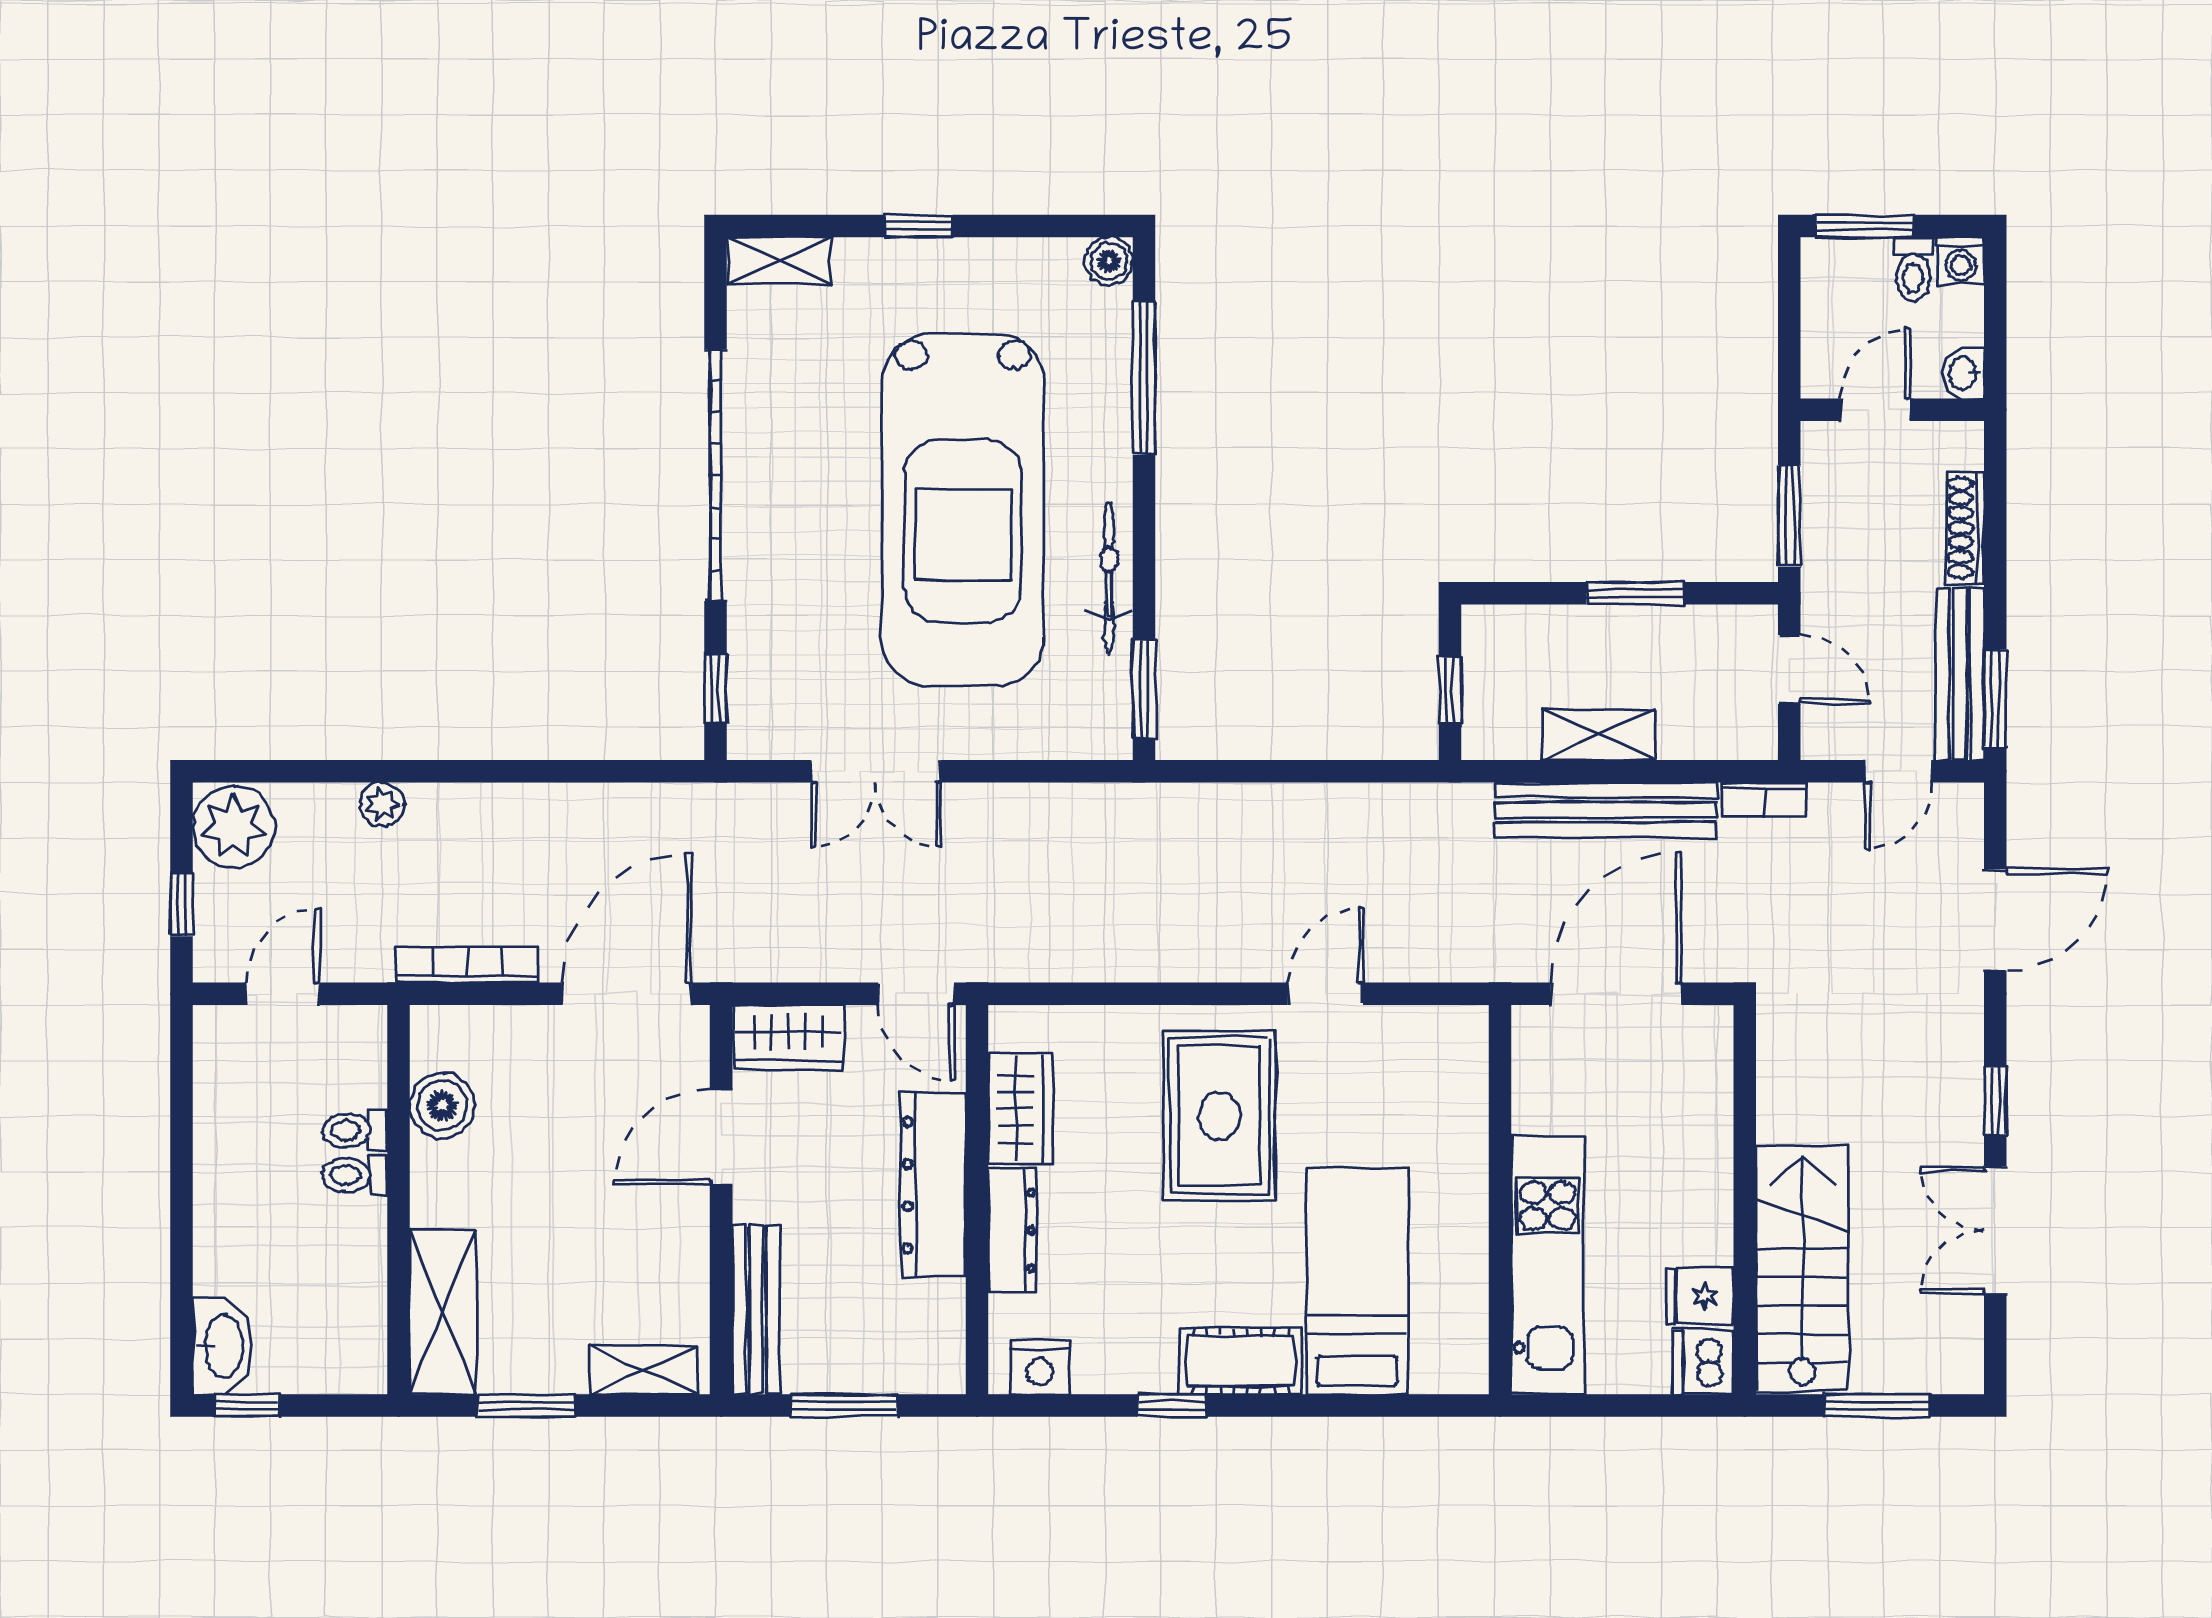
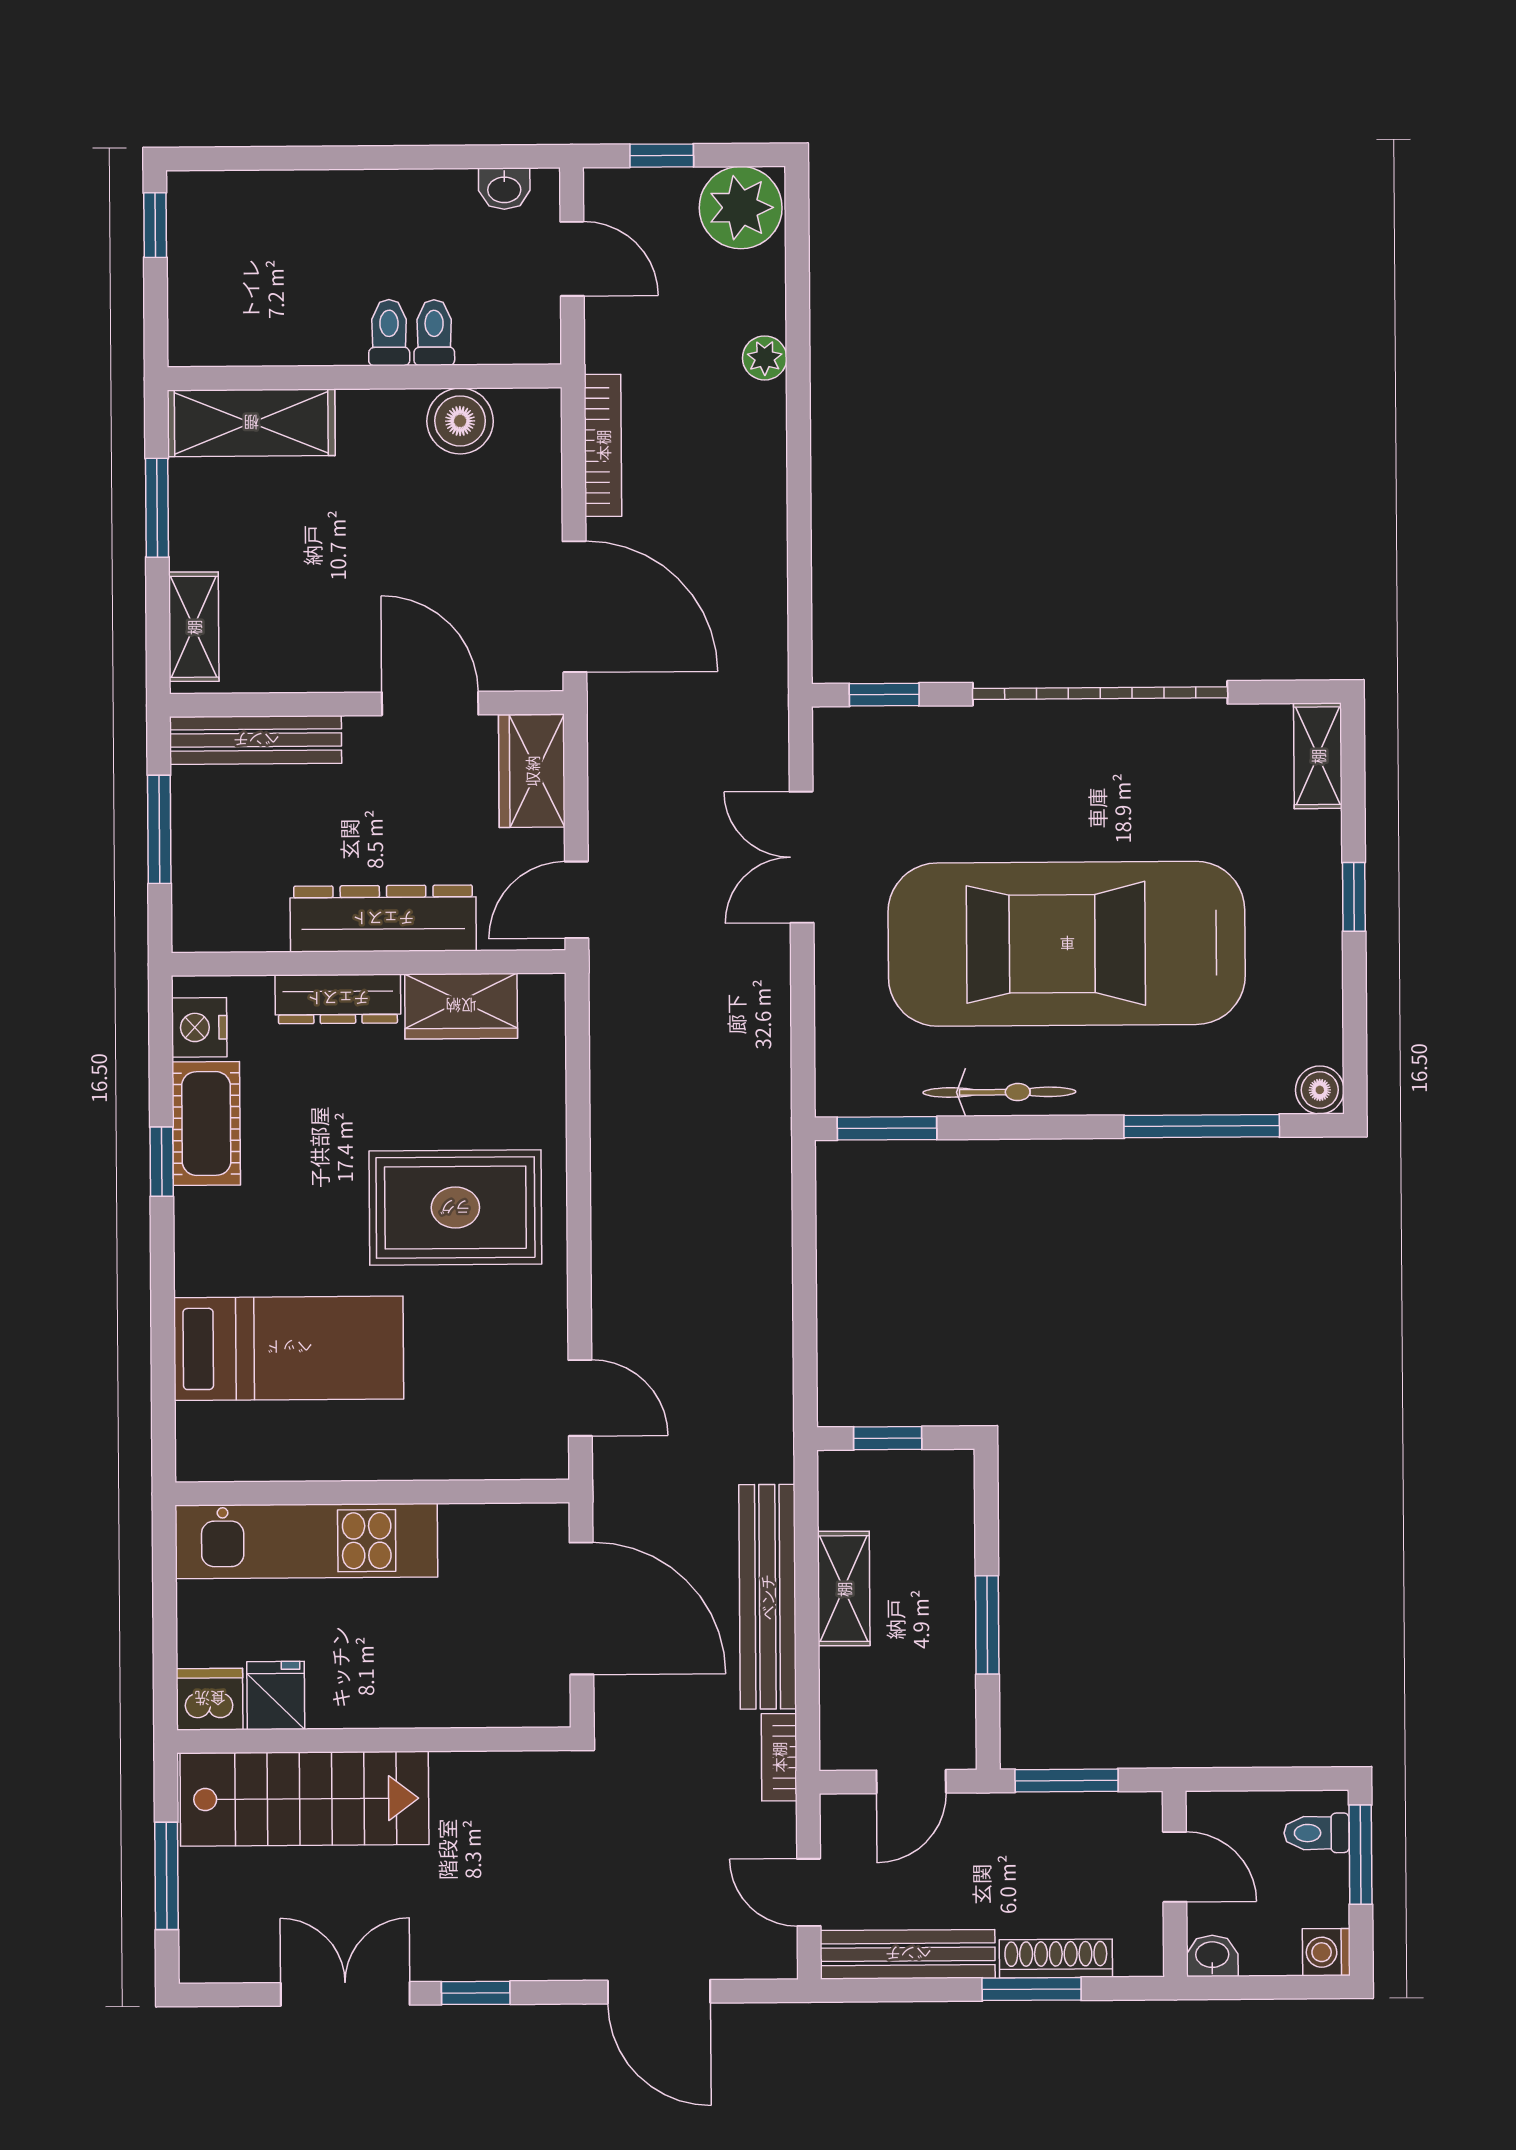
toilet: (1913, 269) -> (1317, 1833), moved
window: (1995, 698) -> (1032, 1989), moved
door: (1325, 994) -> (580, 1398), moved
washbasin: (222, 1346) -> (504, 189), moved, width x0.52, depth x0.69
cot: (1241, 1361) -> (206, 1124), moved

